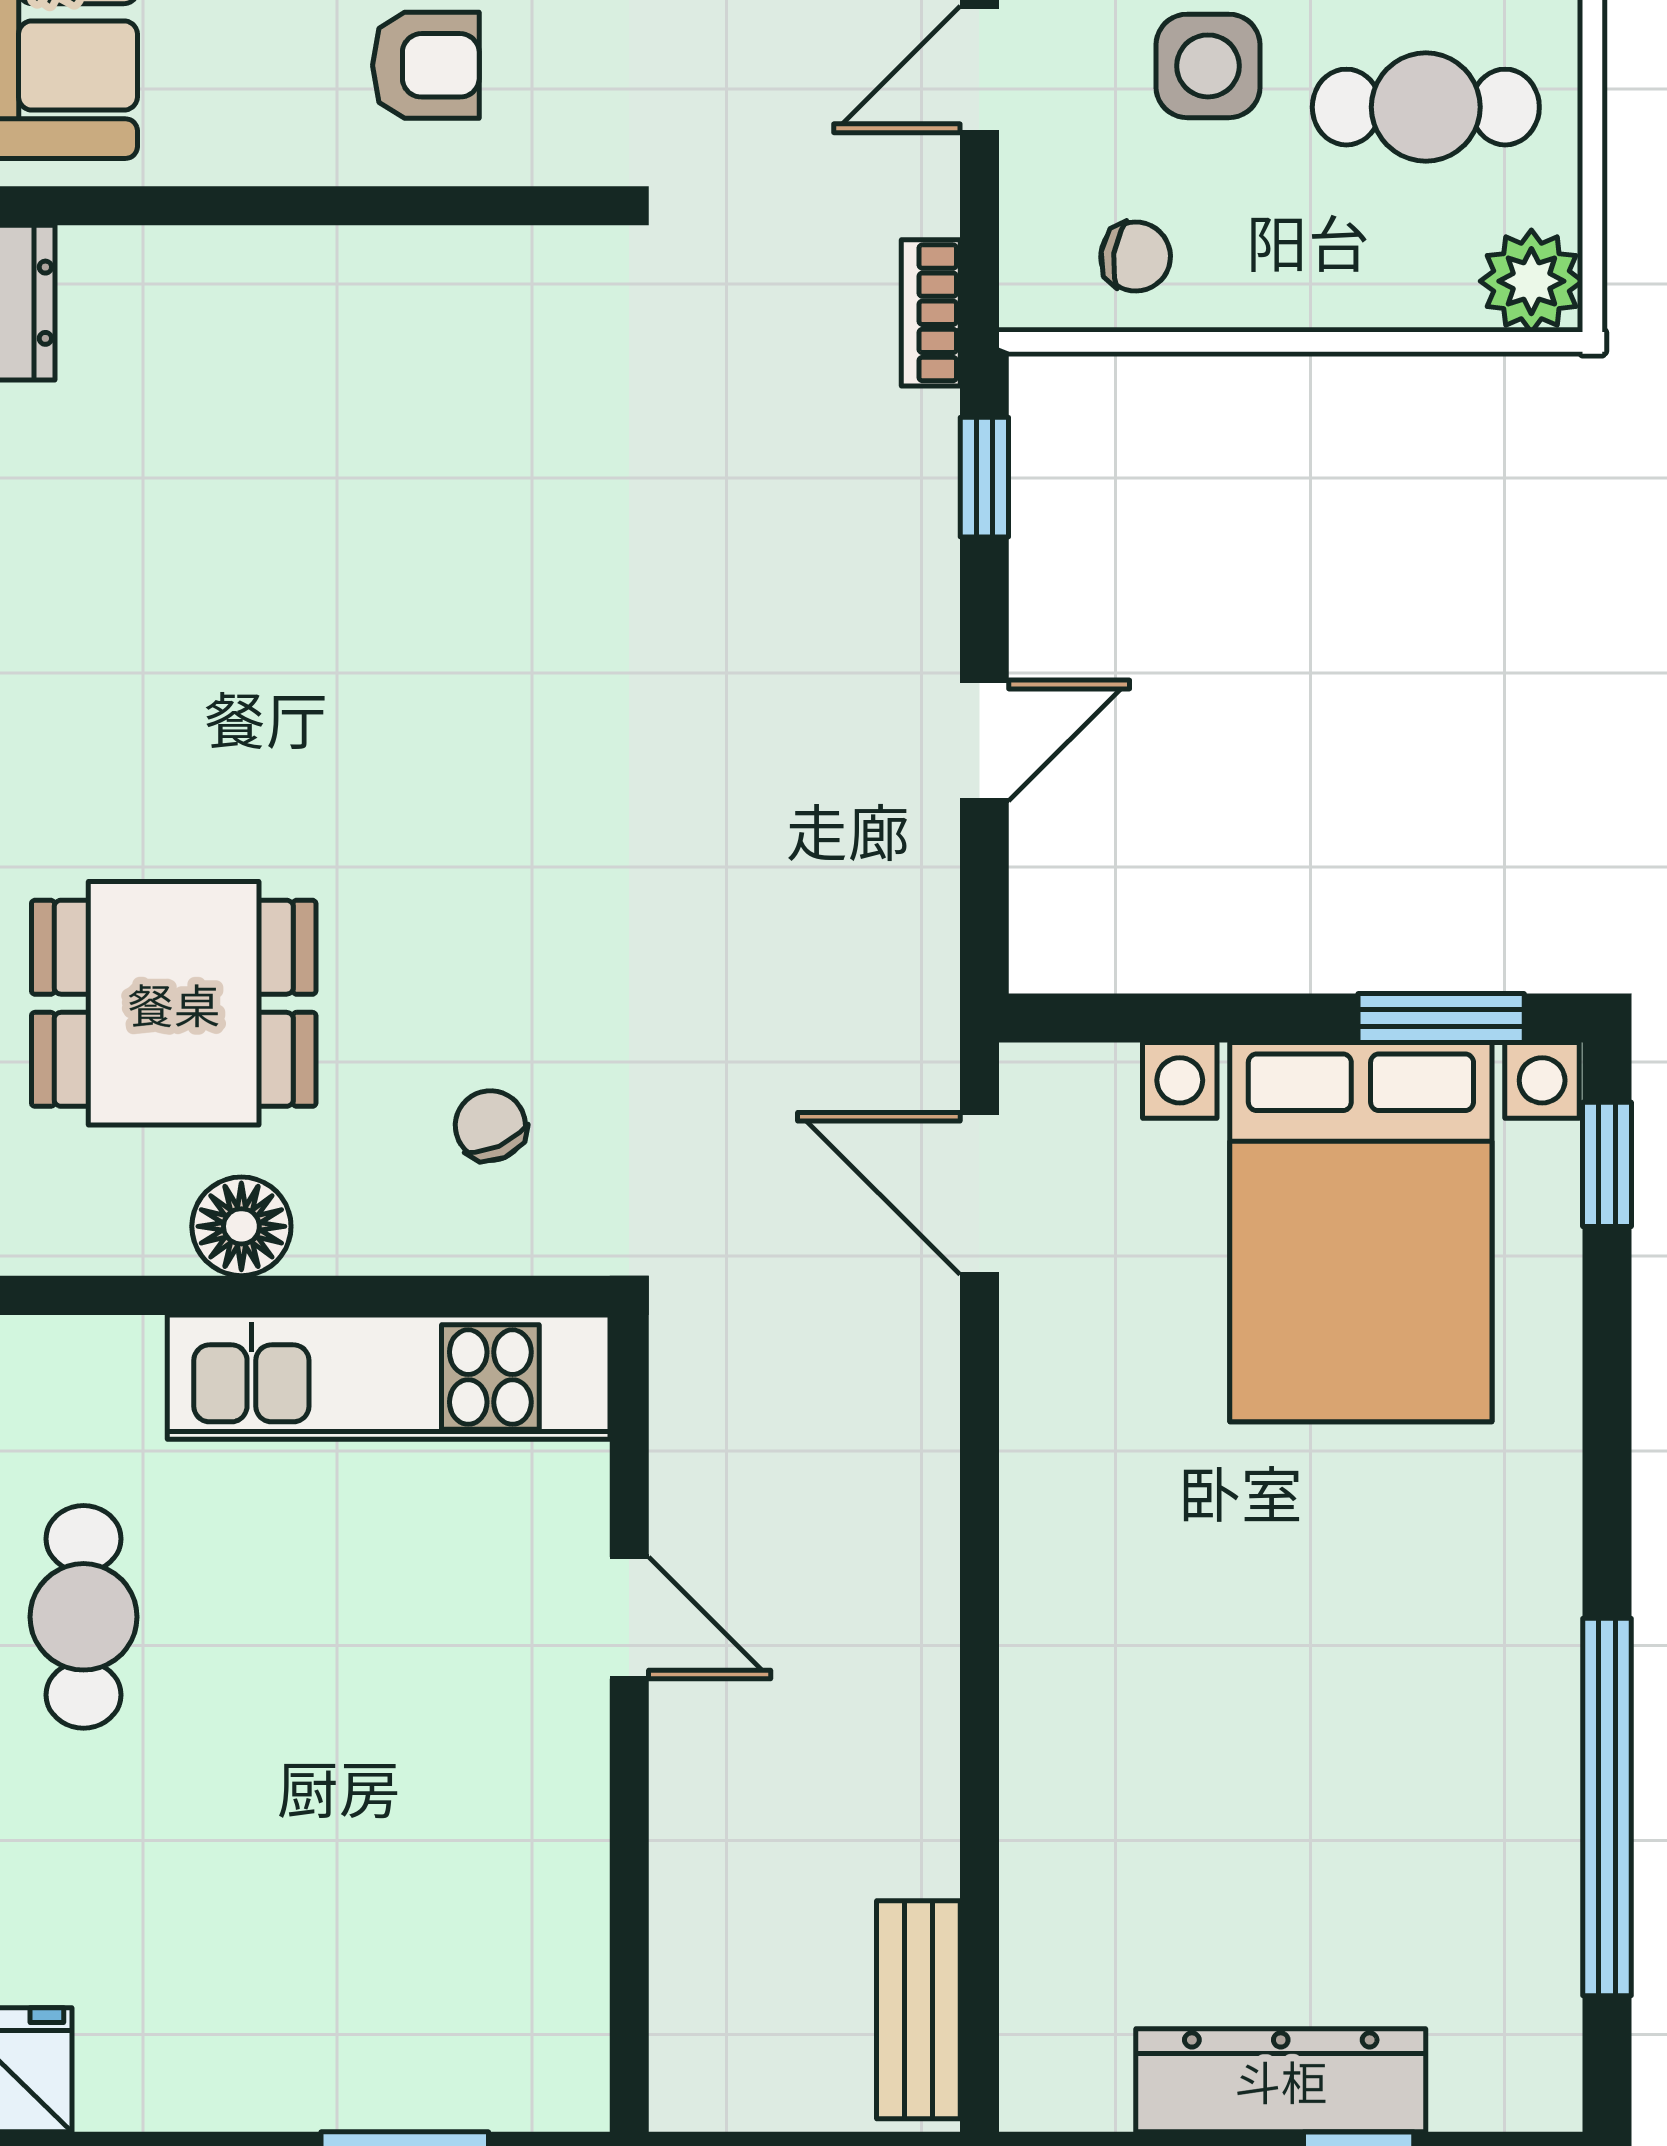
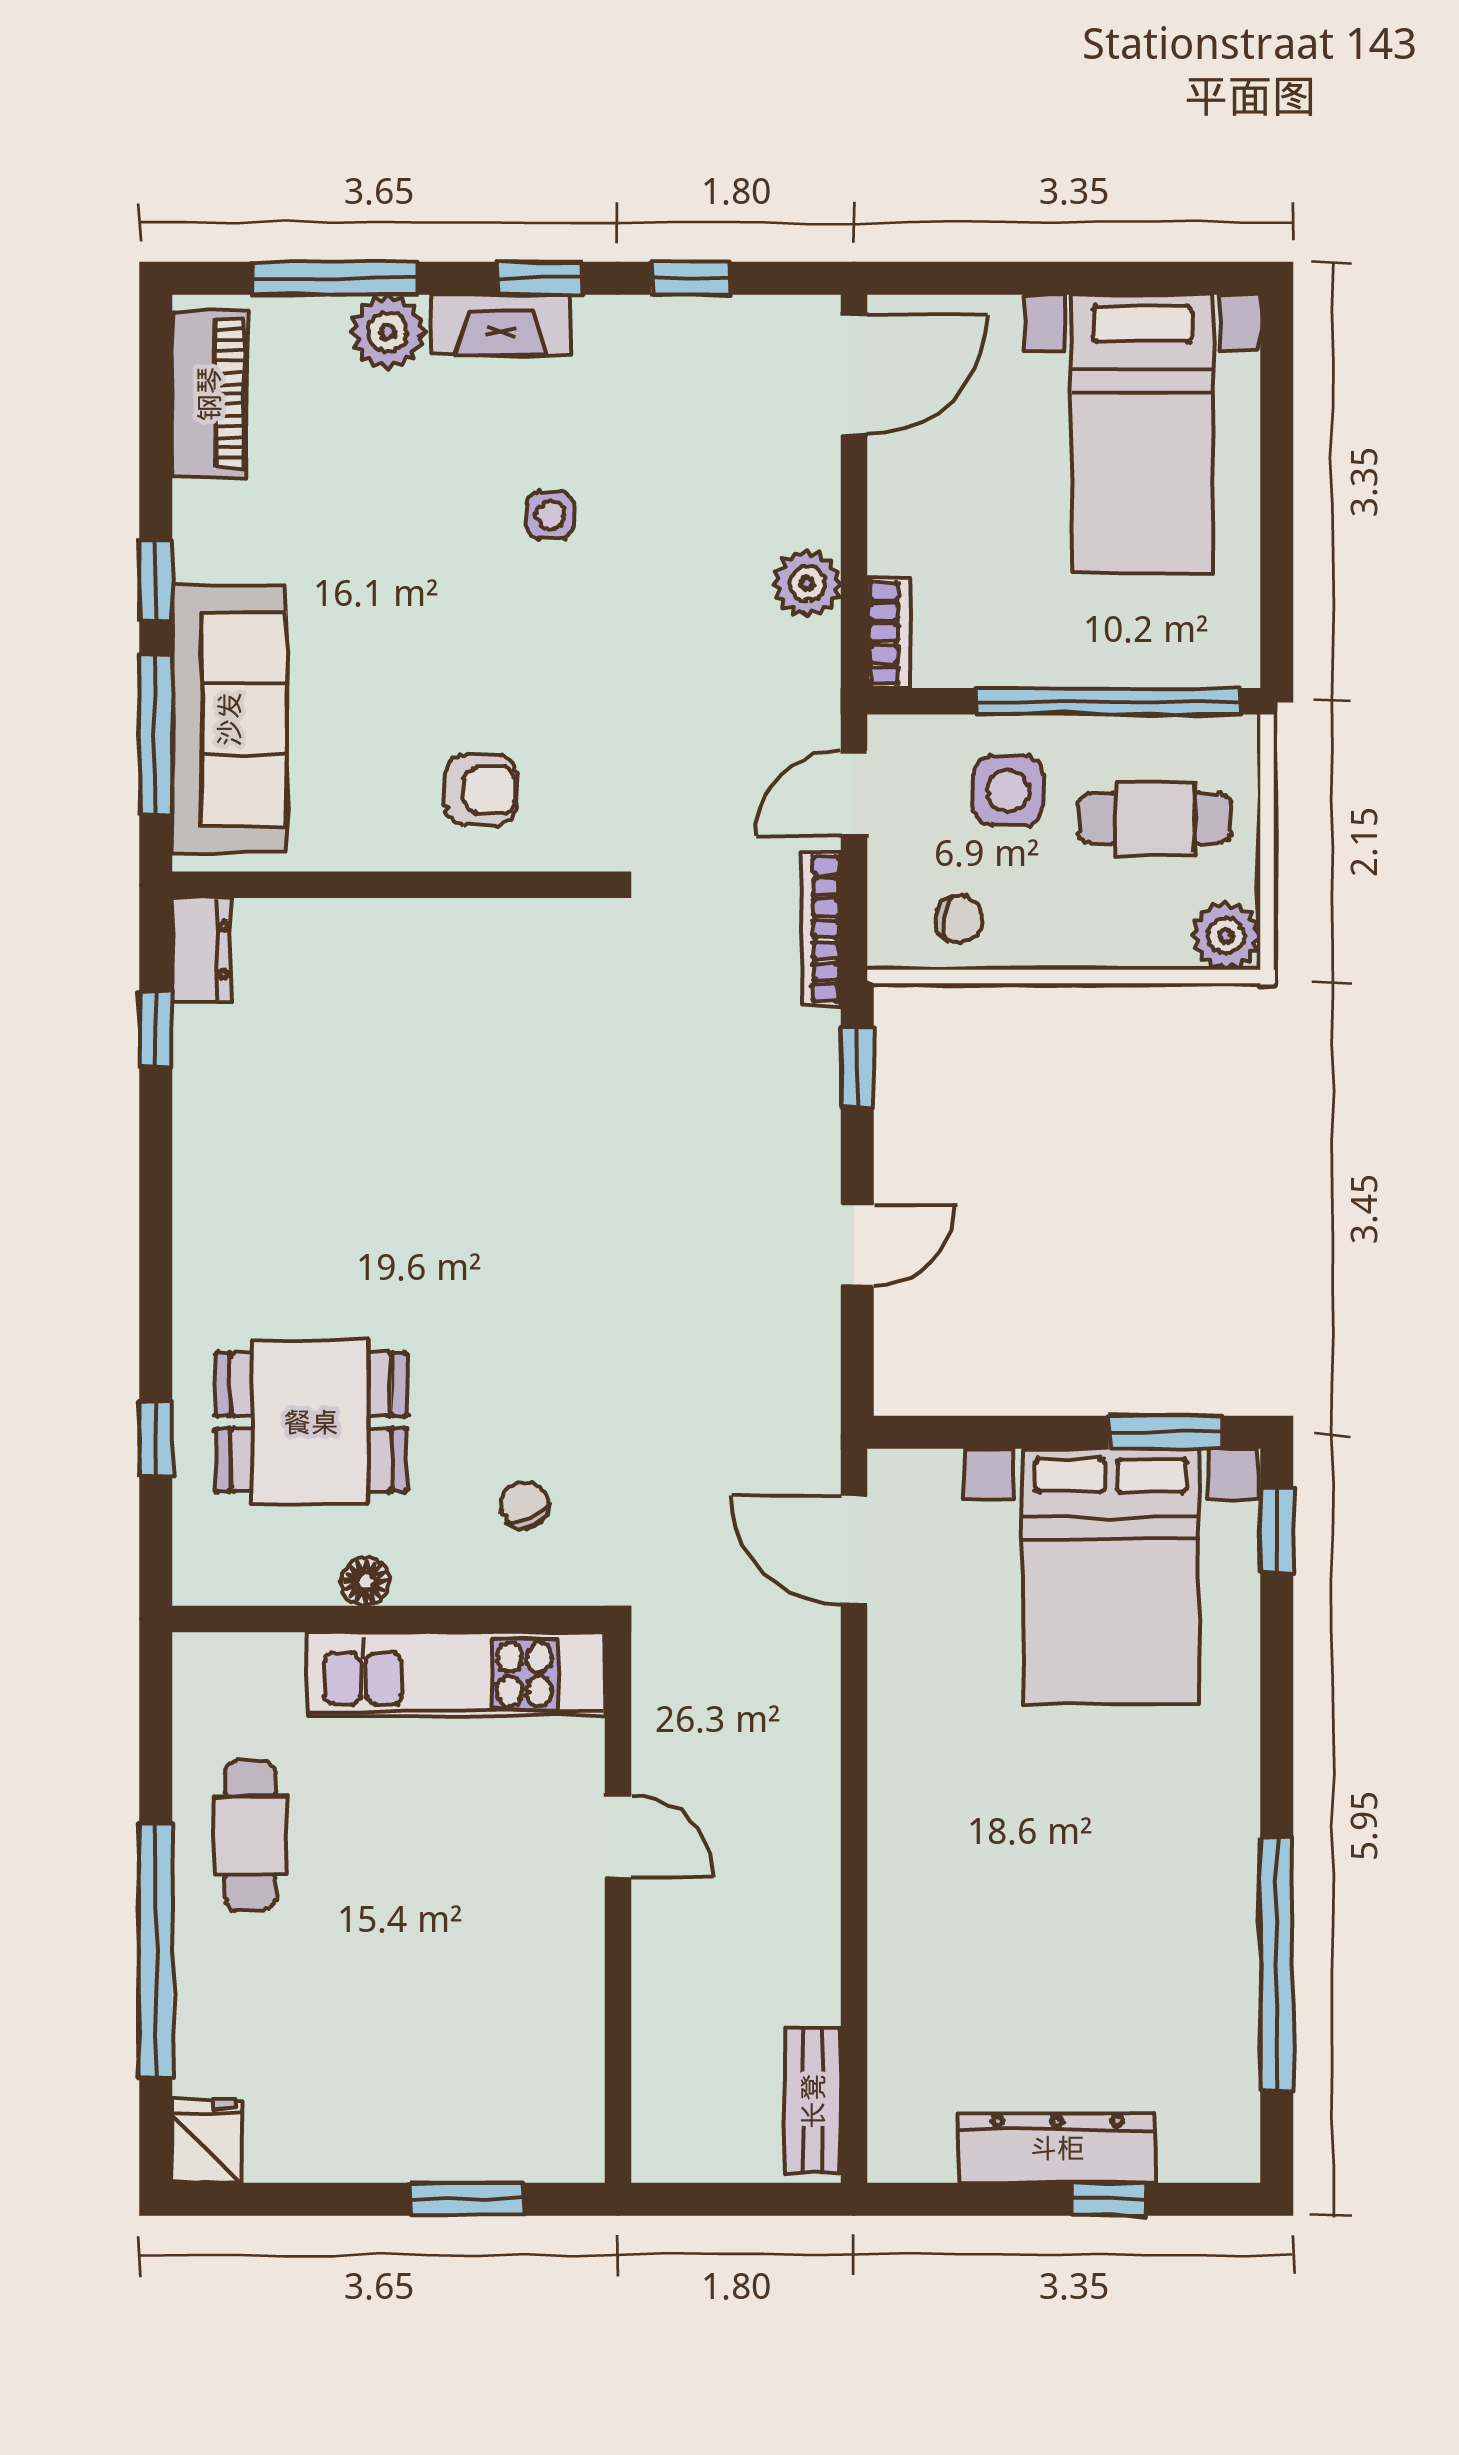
bookcase: (931, 313) -> (821, 929), width x1.56
floor lamp: (241, 1226) -> (366, 1582), width x0.73, depth x0.73

